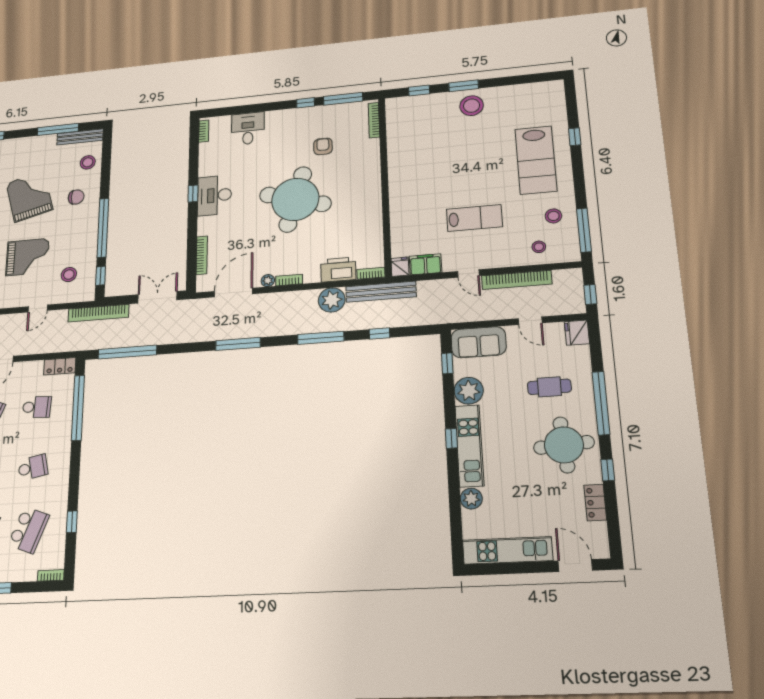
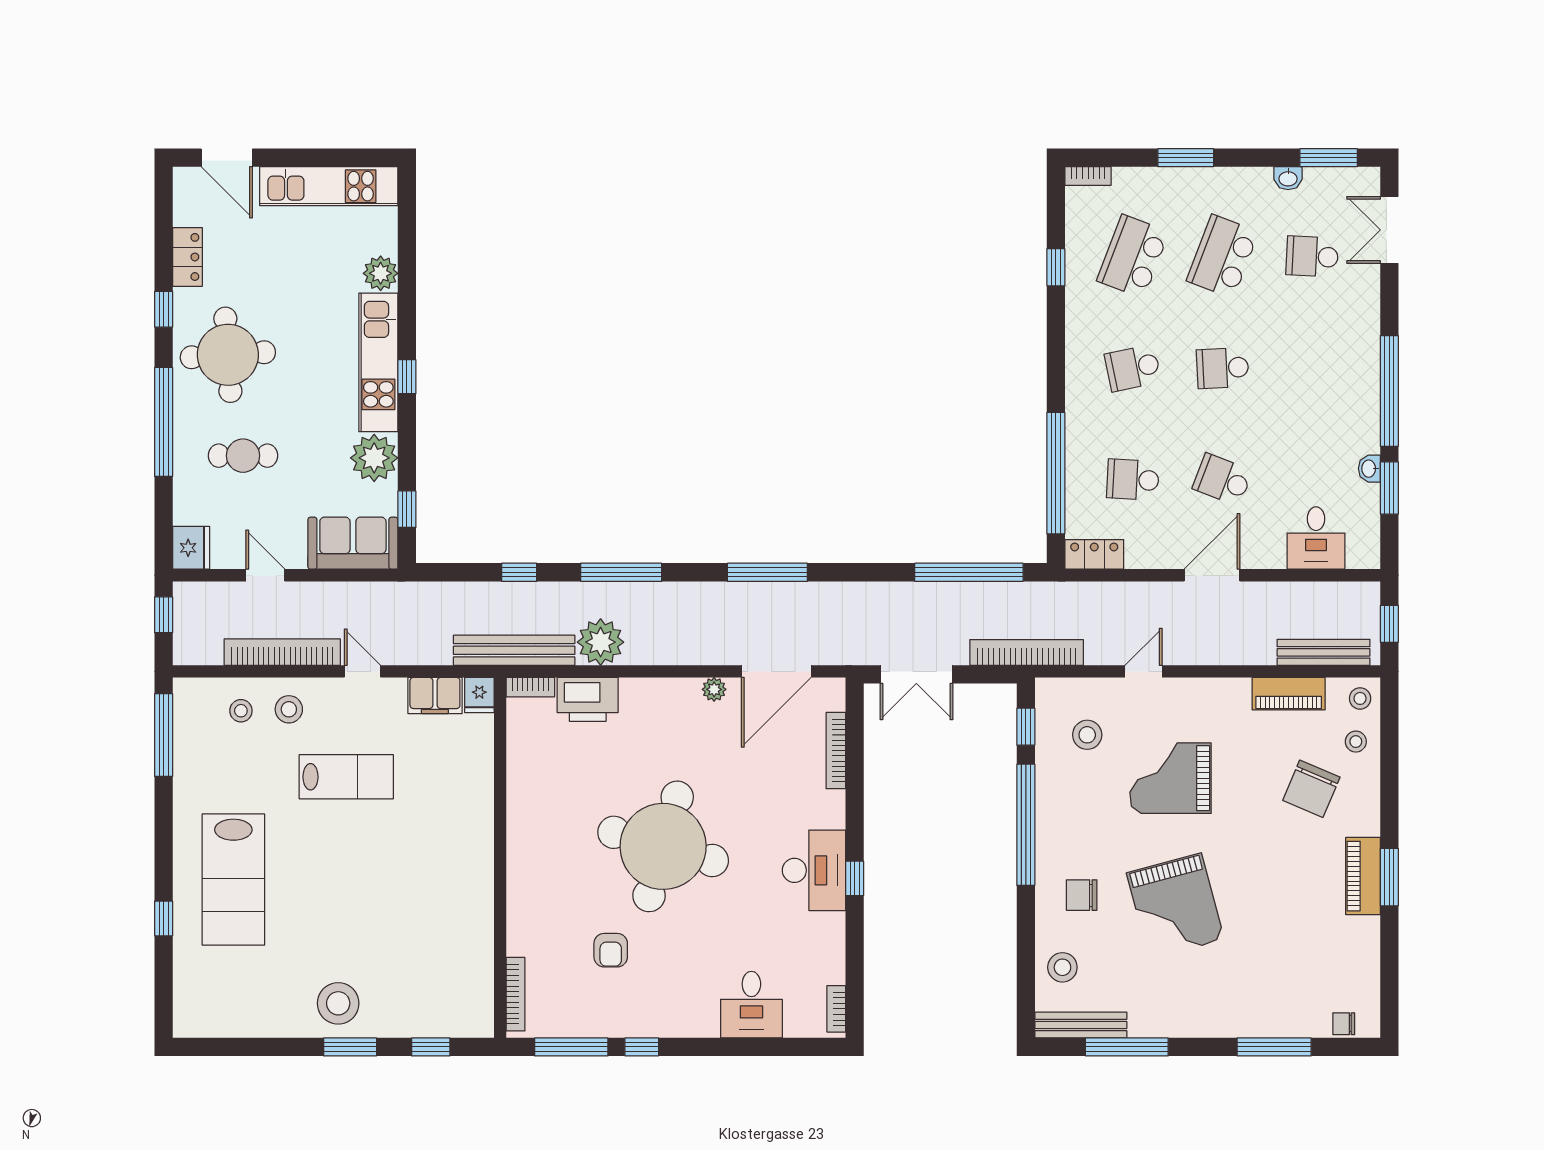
lab bench: (536, 160) -> (233, 880), turned 180
stool: (553, 216) -> (289, 709), moved
lab bench: (474, 218) -> (346, 777), turned 180
bookcase: (289, 280) -> (676, 687), removed

